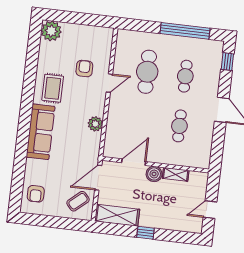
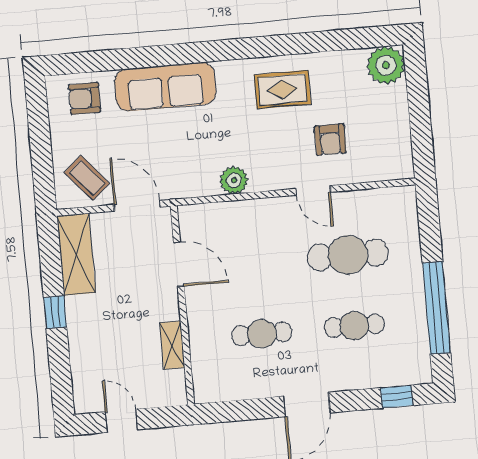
armchair: (84, 69) -> (330, 140), turned 90
sofa: (40, 132) -> (165, 87), moved
boiler: (154, 174) -> (165, 306), removed

